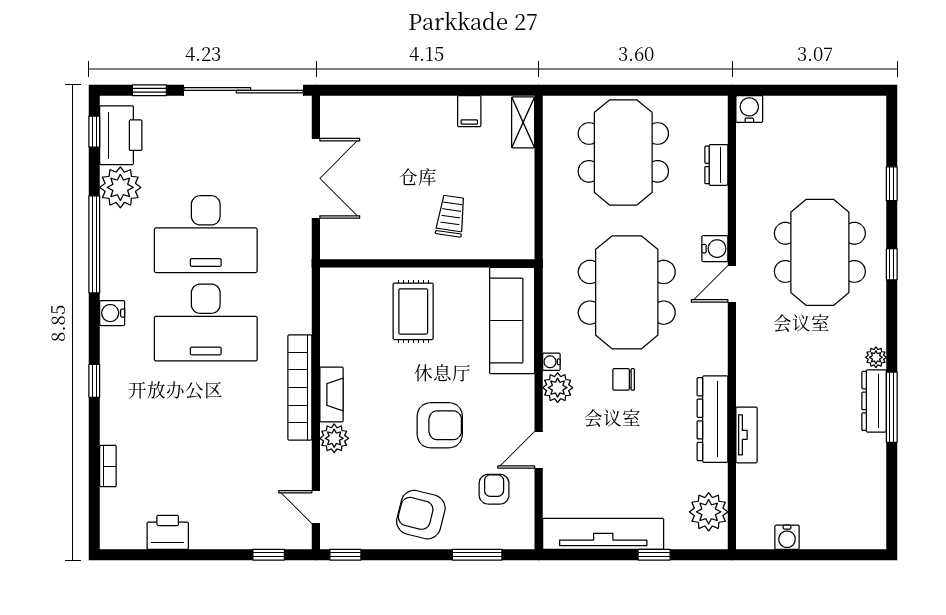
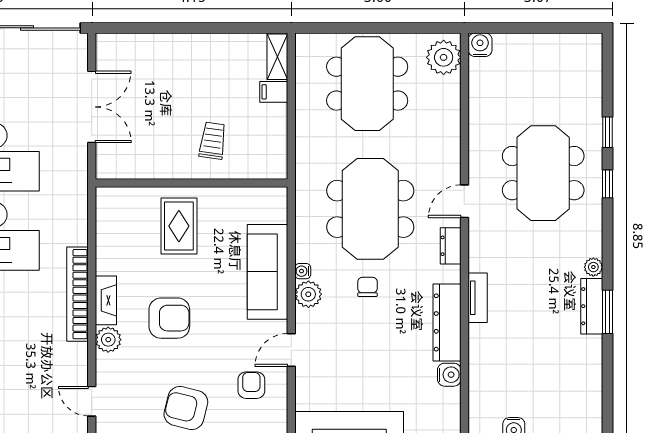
filing cabinet: (469, 111) -> (274, 92), moved, turned 90
dresser: (716, 165) -> (451, 246), moved
window: (892, 184) -> (607, 132), moved
water cooler: (715, 249) -> (449, 375), moved
sofa: (512, 321) -> (268, 272), moved
chair: (624, 379) -> (367, 287), turned 90
window: (892, 407) -> (607, 312), width x0.69
armchair: (440, 425) -> (169, 318), moved
tv unit: (747, 435) -> (478, 298), moved
plant: (709, 512) -> (444, 57), moved

